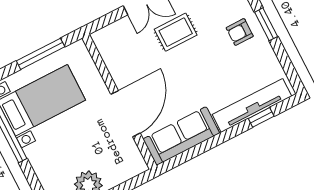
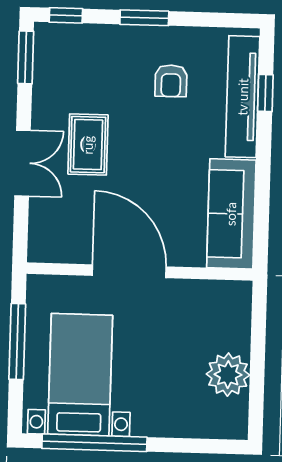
armchair: (240, 32) -> (171, 81), moved
door: (125, 114) -> (129, 271), moved

